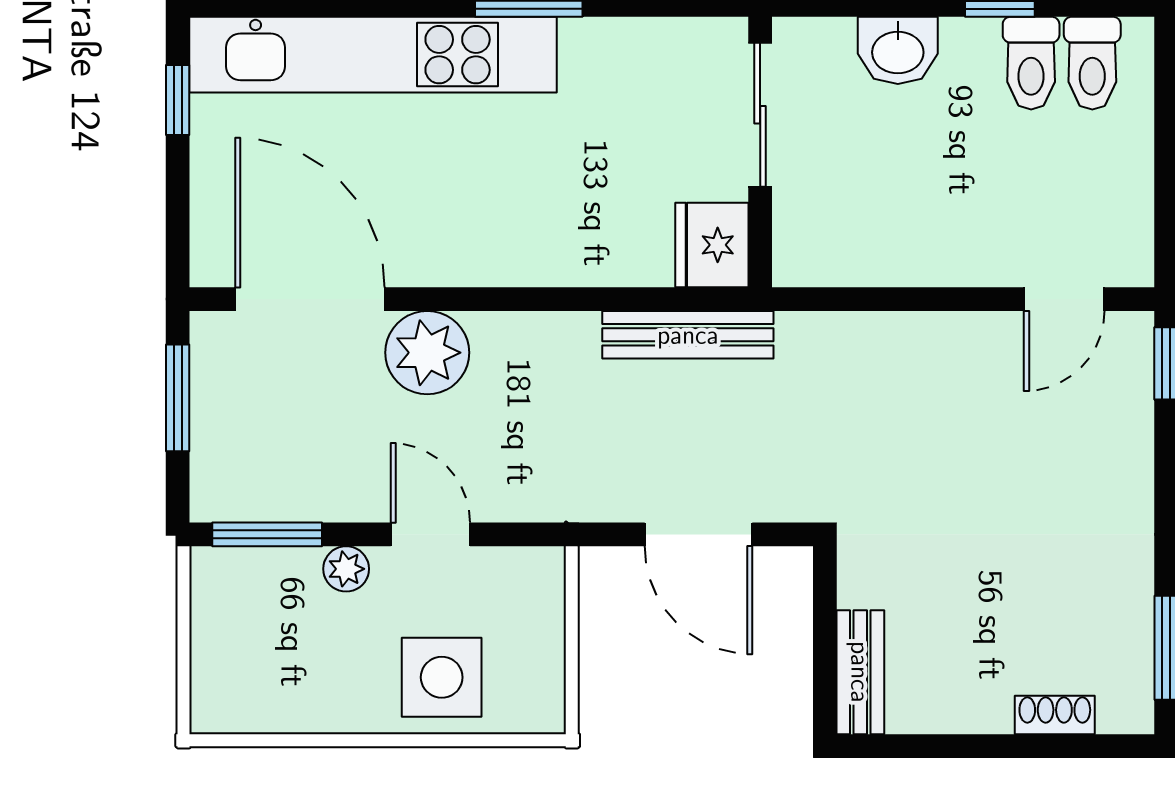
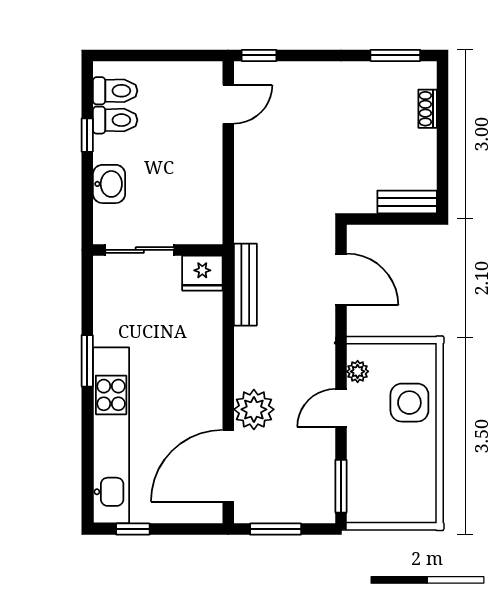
door: (1064, 299) -> (228, 104), hinge flipped
door: (699, 534) -> (341, 279), hinge flipped
plant: (346, 569) -> (358, 371), moved

